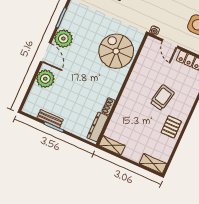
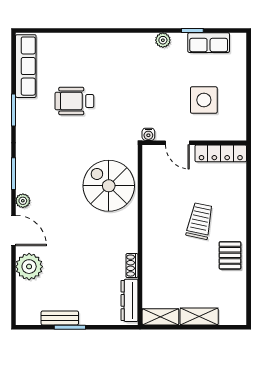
plant: (63, 39) -> (23, 201), width x0.53, depth x0.53
shelving: (153, 164) -> (199, 316), moved

